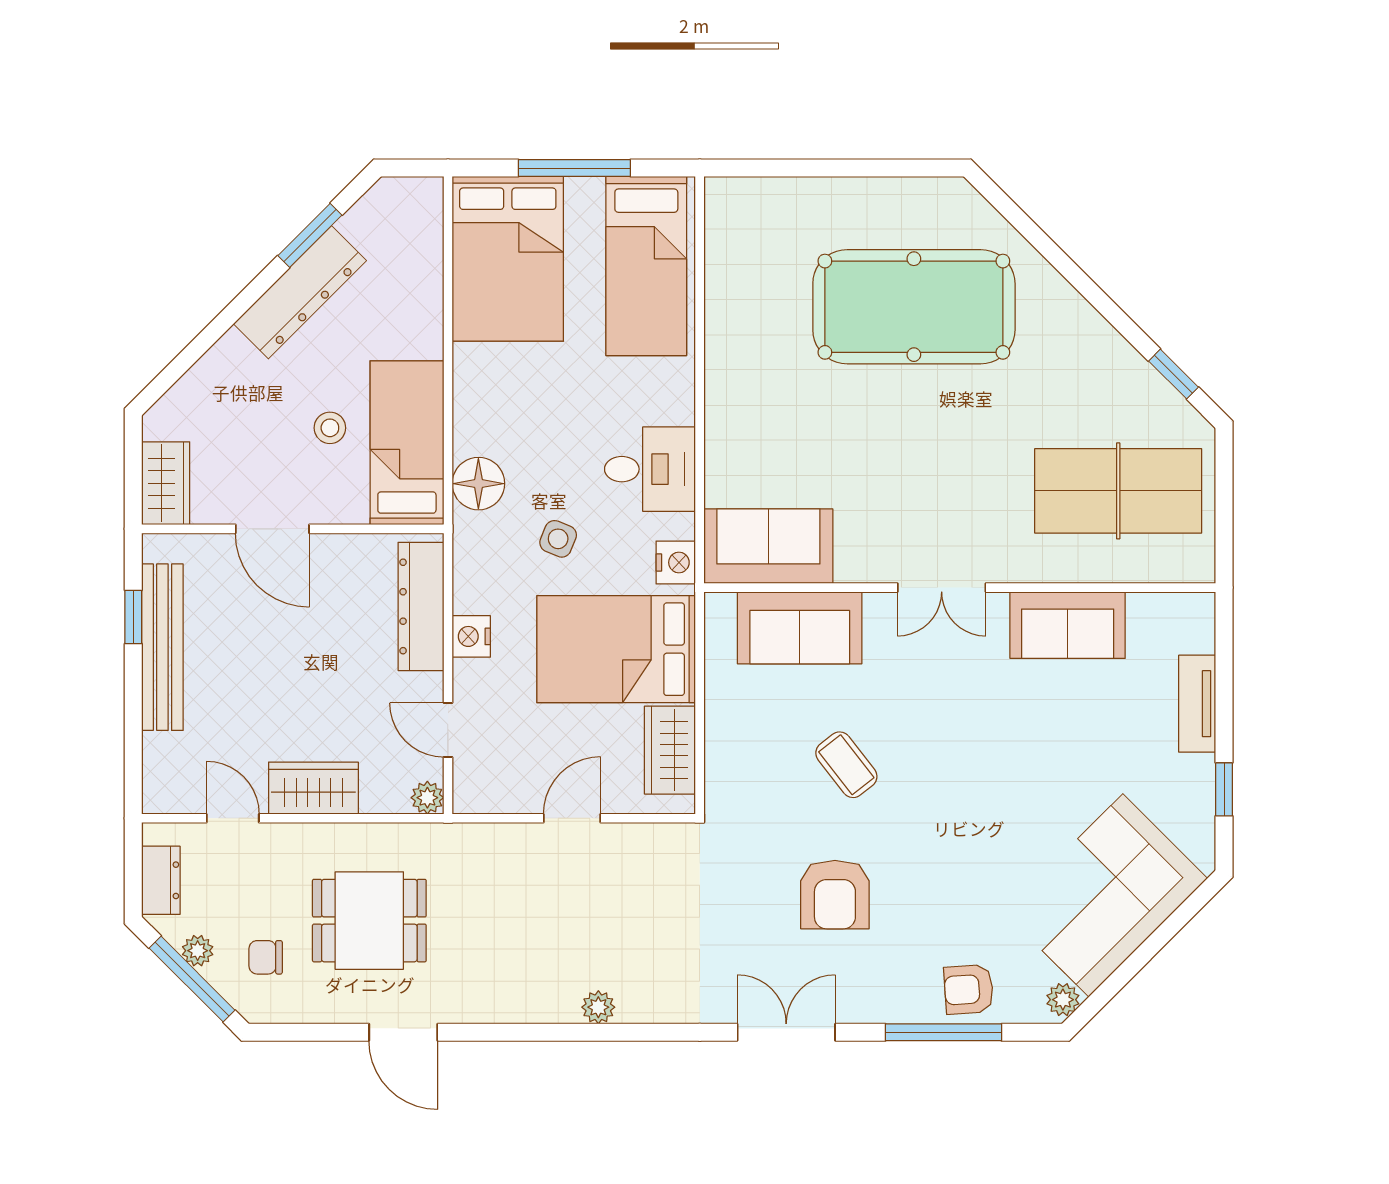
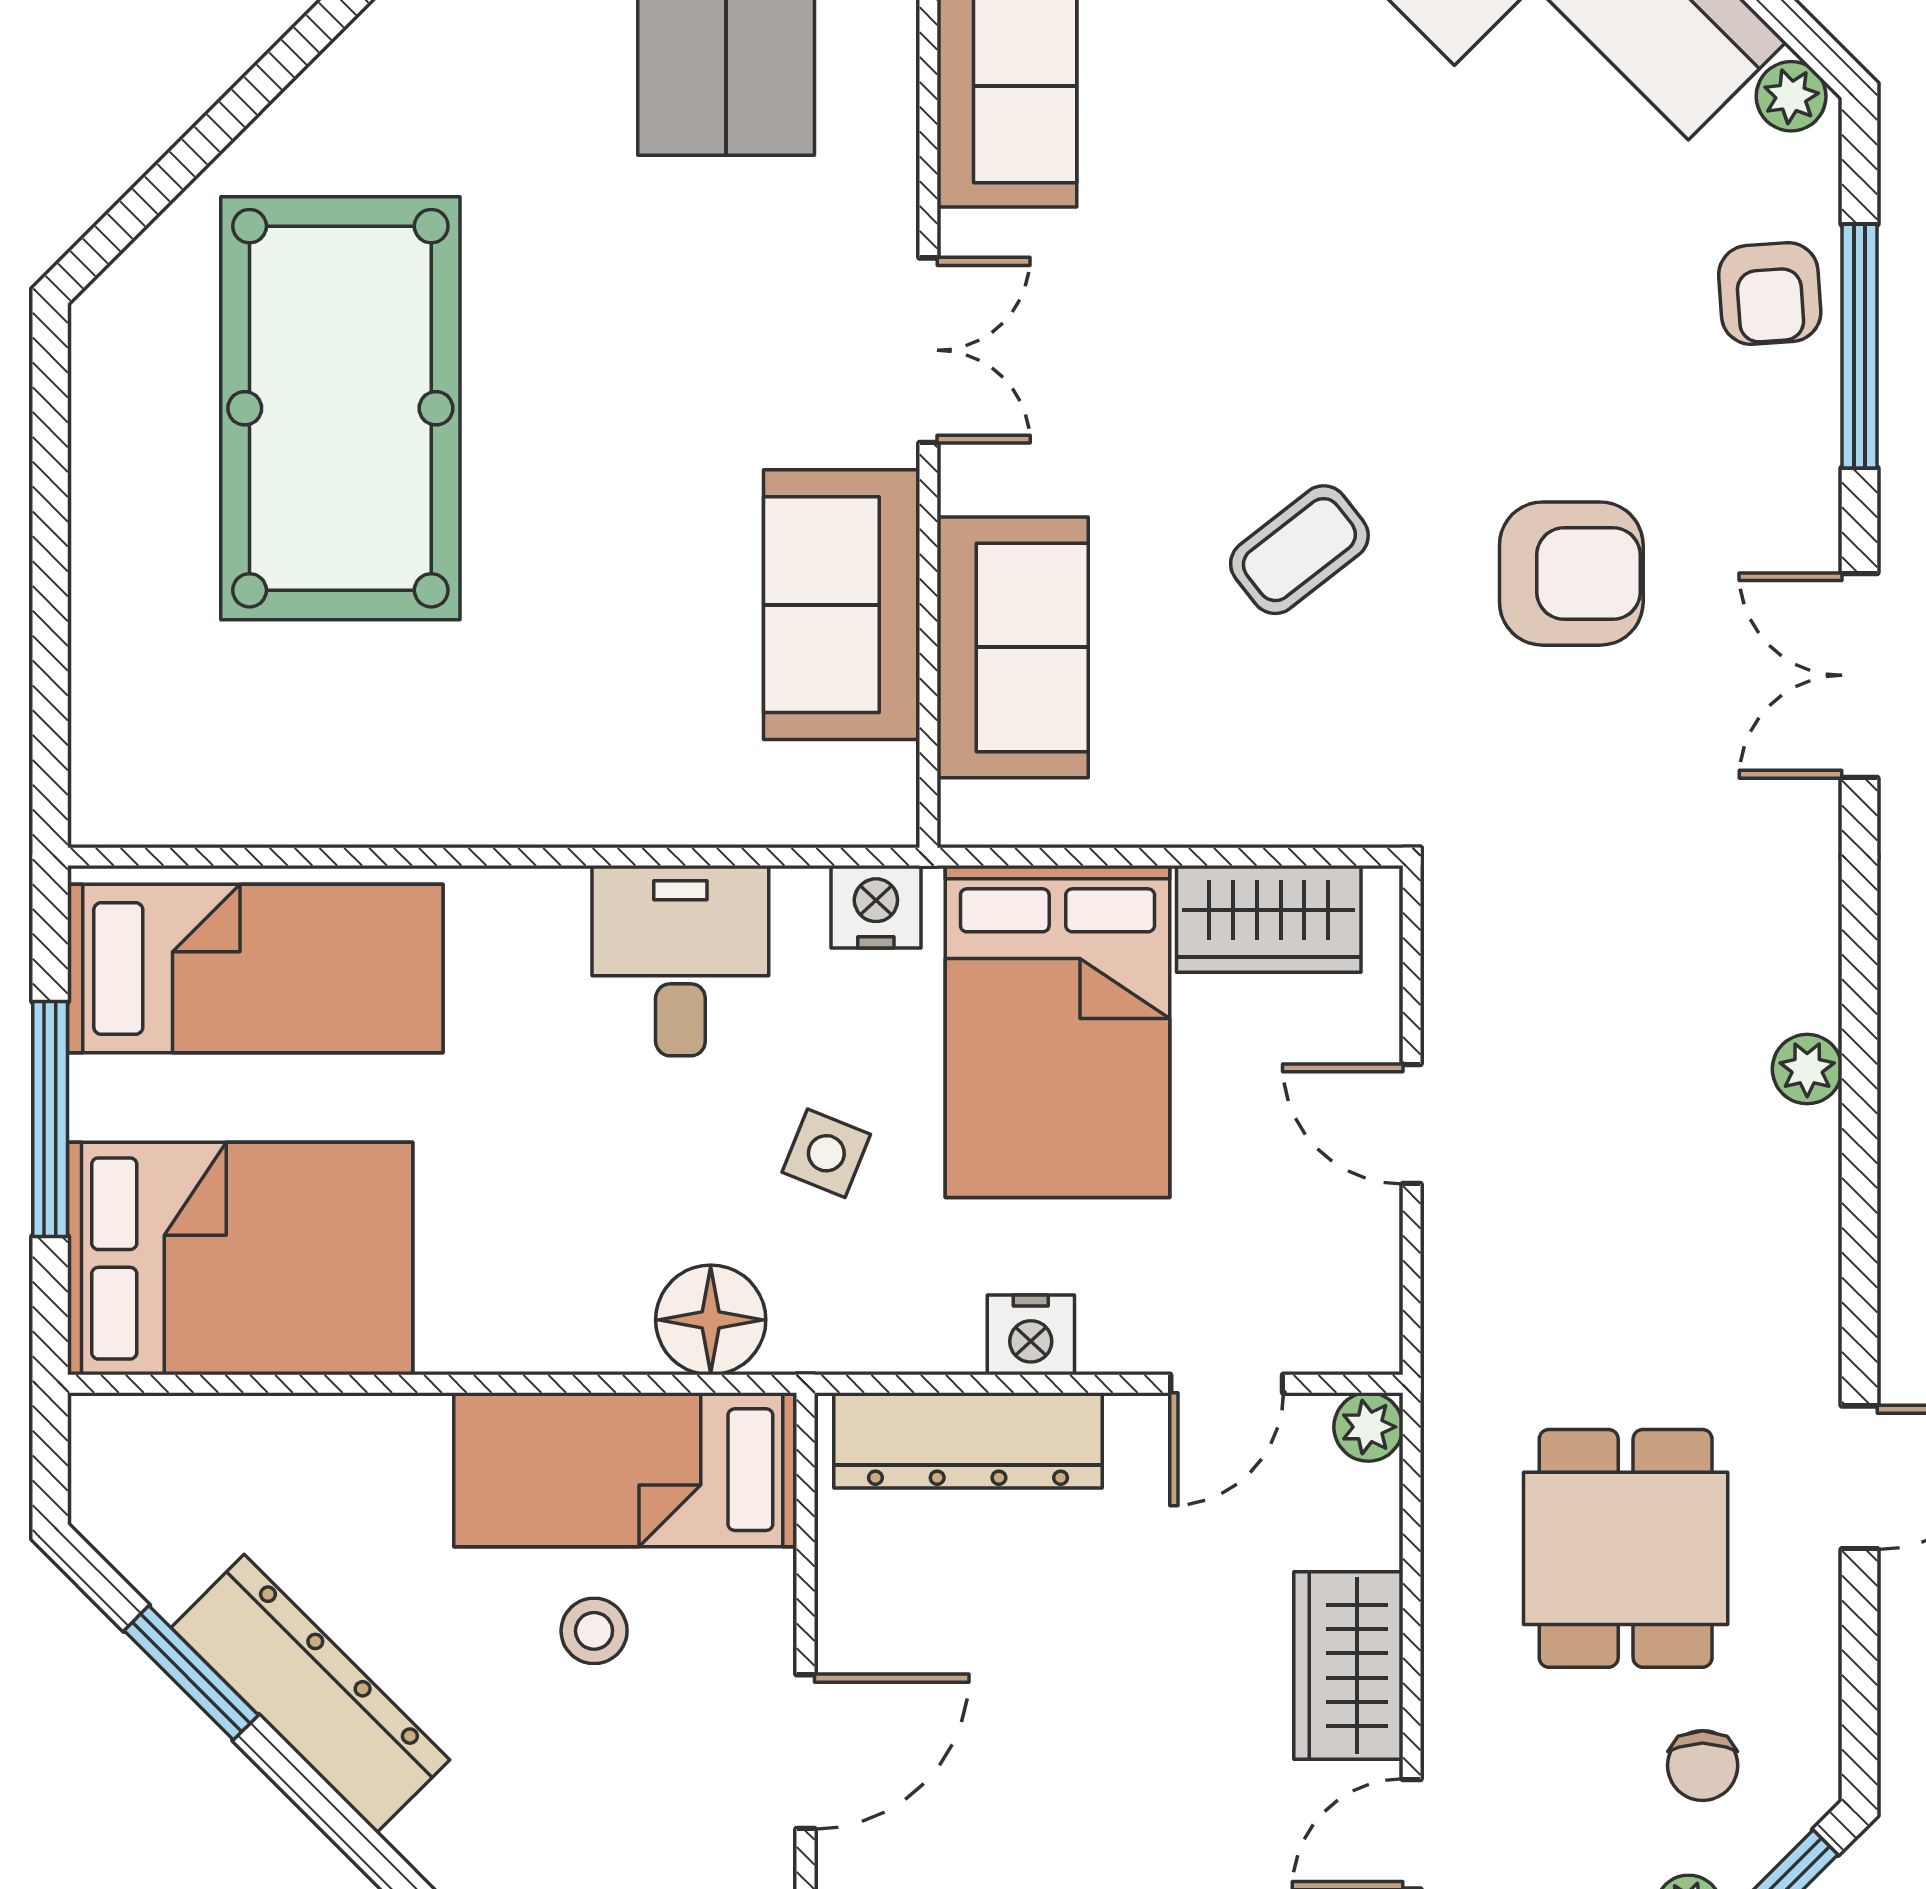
sofa: (768, 546) -> (842, 605), moved

